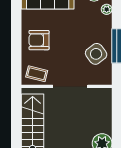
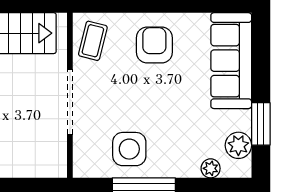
side table: (96, 54) -> (129, 149), turned 37

